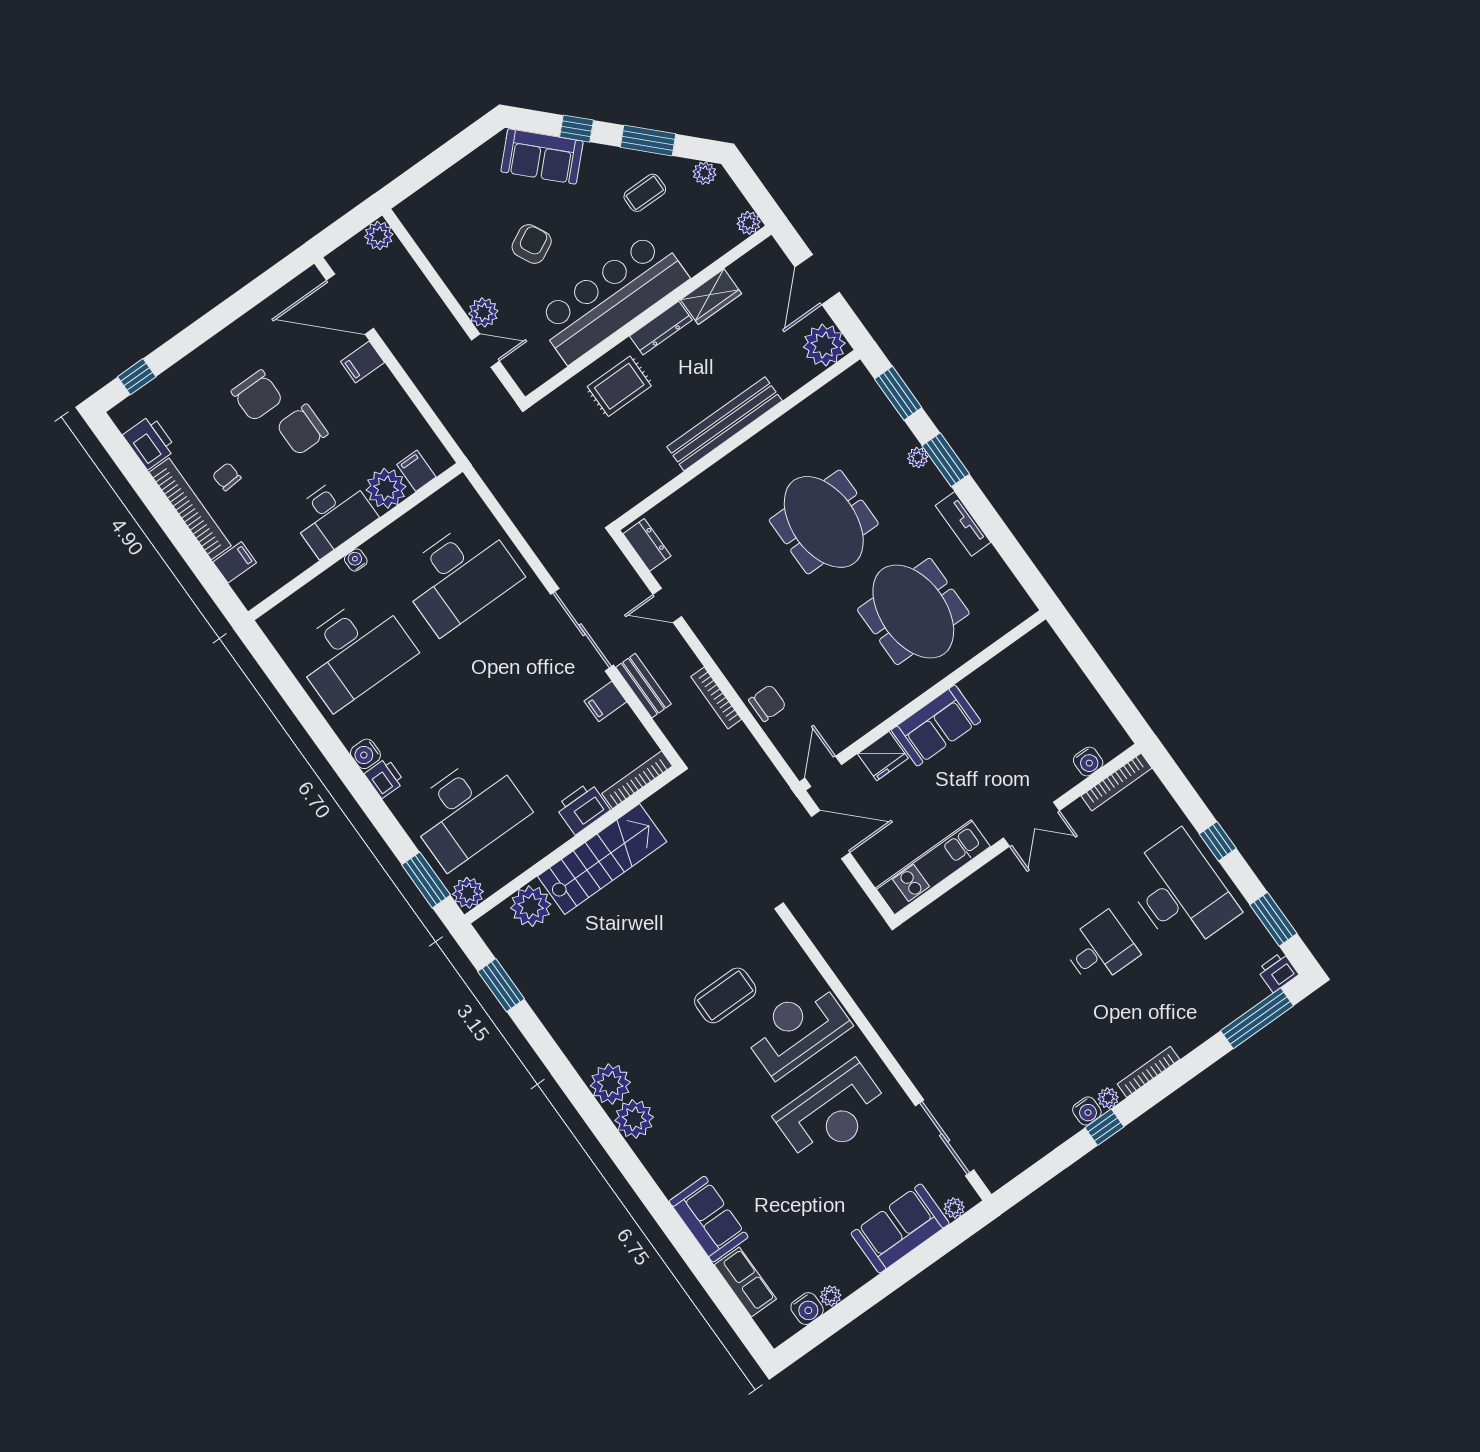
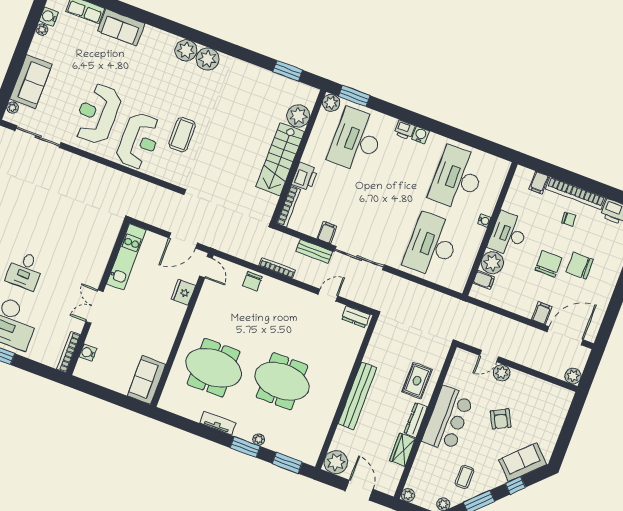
bar counter: (611, 297) -> (448, 419), width x0.73
sofa: (936, 726) -> (147, 380), moved

